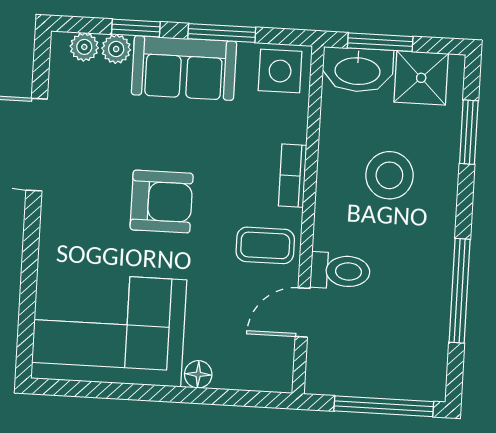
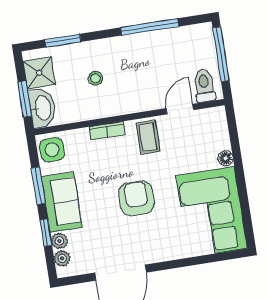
stool: (389, 175) -> (95, 78), width x0.53, depth x0.53
toilet: (340, 271) -> (204, 86), moved
door: (303, 312) -> (180, 109), swing flipped

